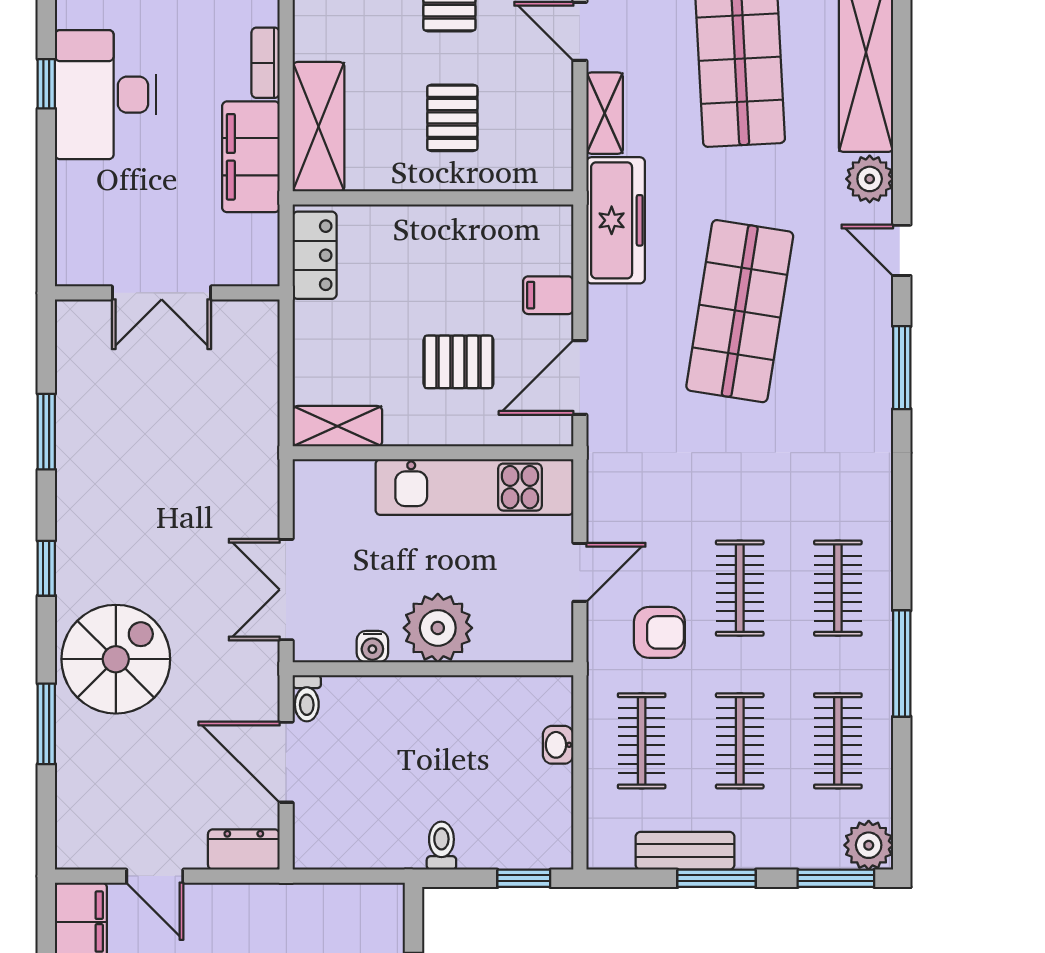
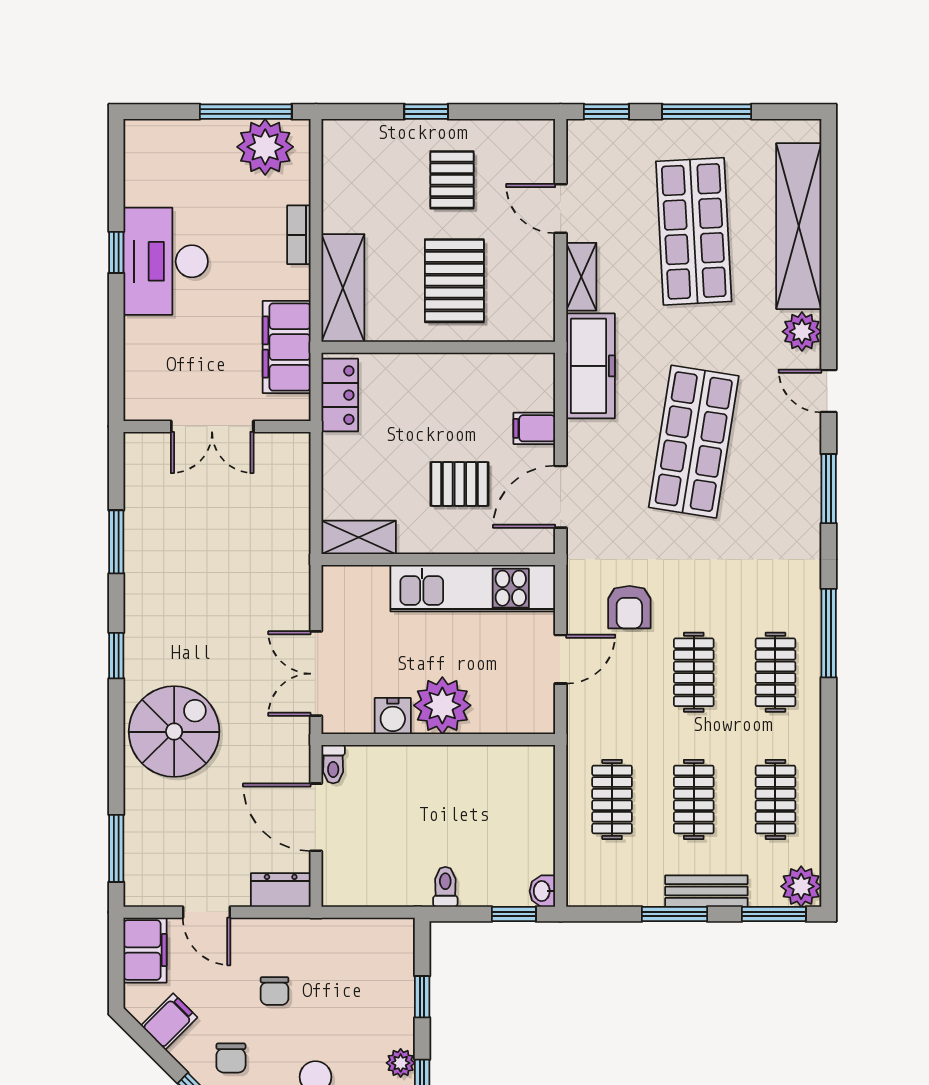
pallet: (452, 118) -> (454, 281), width x1.50, depth x1.42
filing cabinet: (251, 157) -> (287, 347), moved
armchair: (659, 632) -> (629, 607), moved, turned 90
water cooler: (372, 647) -> (393, 716), width x1.38, depth x1.38
window: (902, 664) -> (829, 633), moved
window: (46, 724) -> (116, 848), moved
washbasin: (558, 745) -> (542, 891), moved
bench: (685, 851) -> (706, 891), moved

